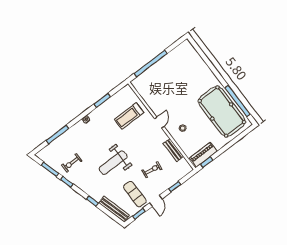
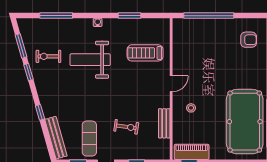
armchair: (186, 60) -> (249, 40), added
weight bench: (113, 163) -> (90, 60), moved

